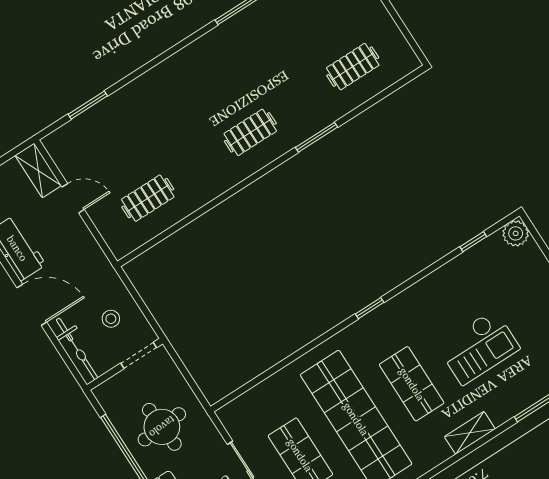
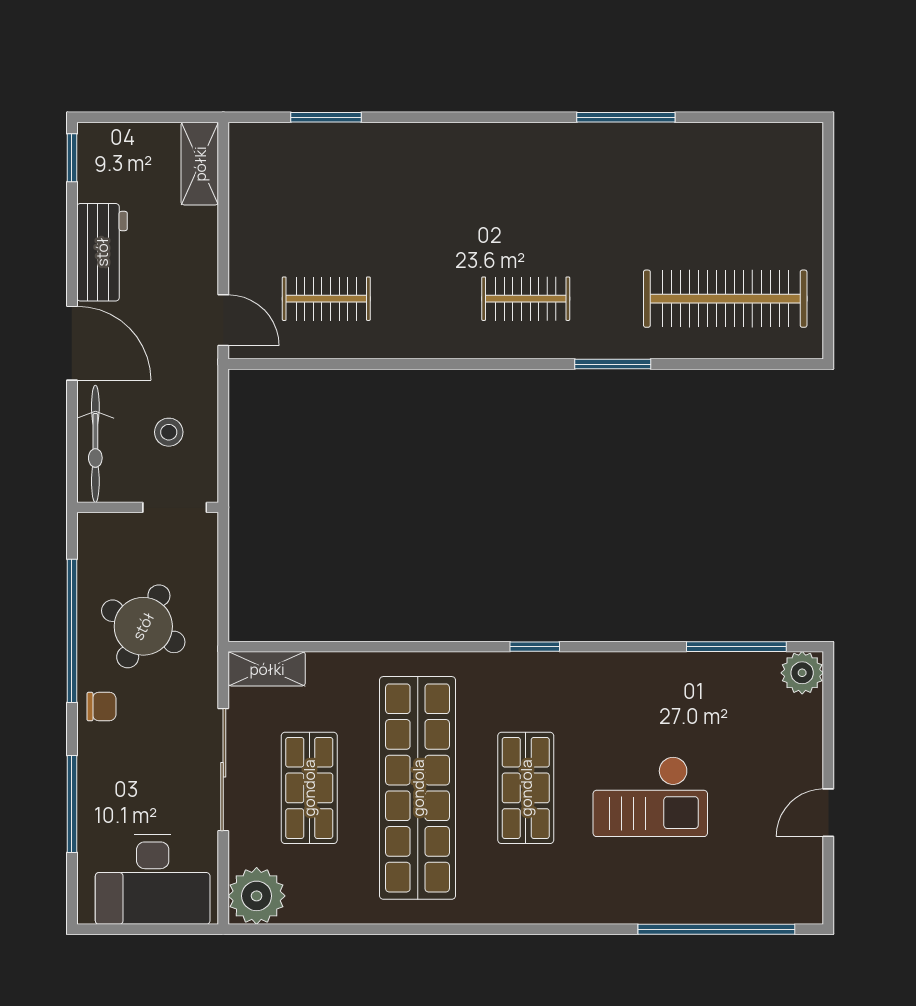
clothes rail: (353, 67) -> (725, 299), width x1.86, depth x1.31
door: (73, 198) -> (223, 320), moved
window: (473, 242) -> (736, 647), width x2.17
round table: (162, 427) -> (143, 626), turned 31
shelving: (470, 433) -> (267, 669), moved

